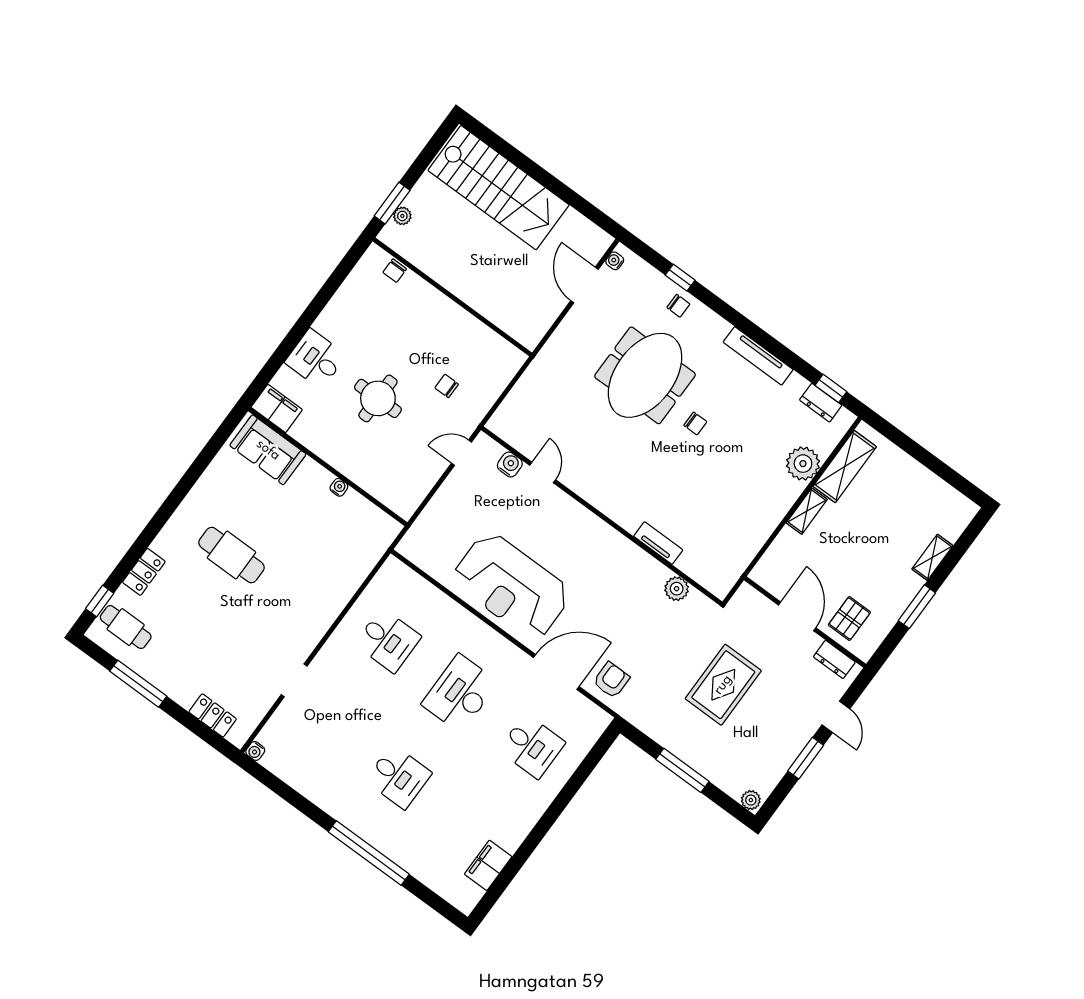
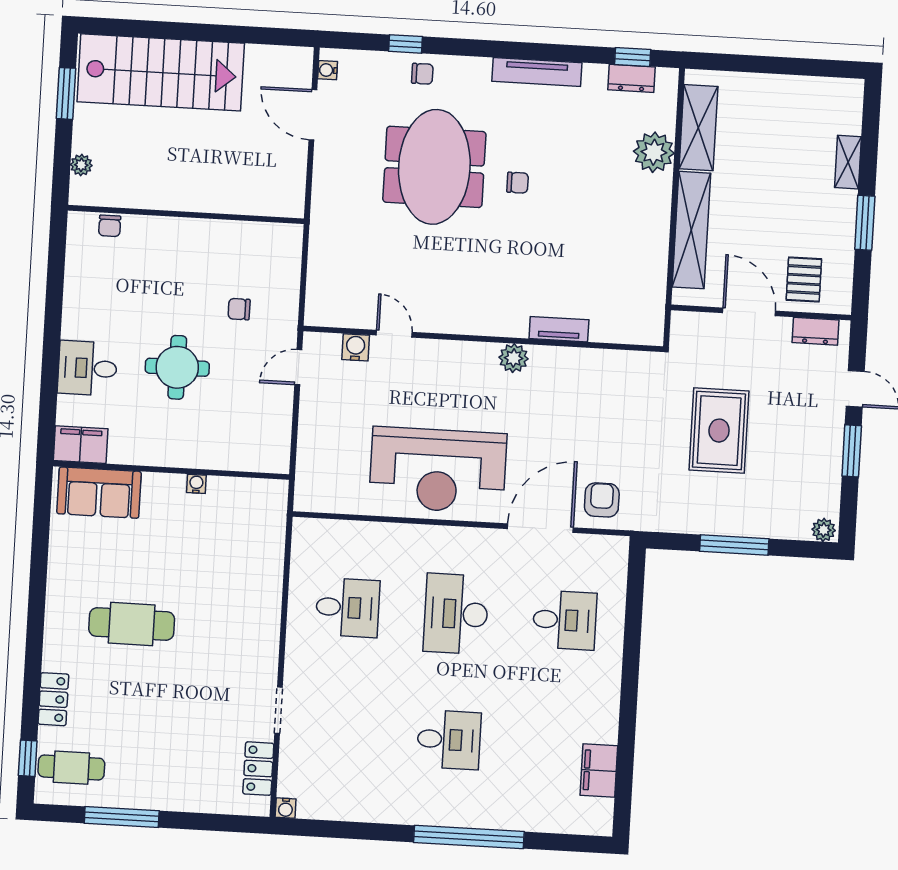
window: (392, 203) -> (66, 93), moved
shelving: (807, 511) -> (691, 230), width x2.20, depth x1.33
plant: (677, 589) -> (514, 358), moved
locker: (213, 715) -> (258, 769), moved, turned -90

